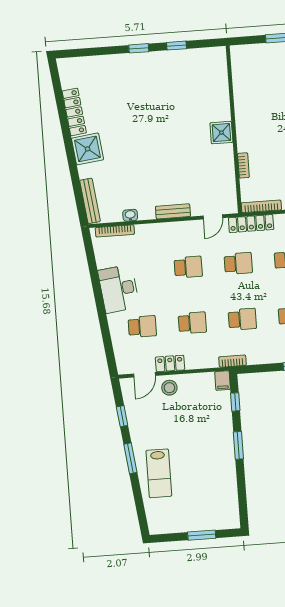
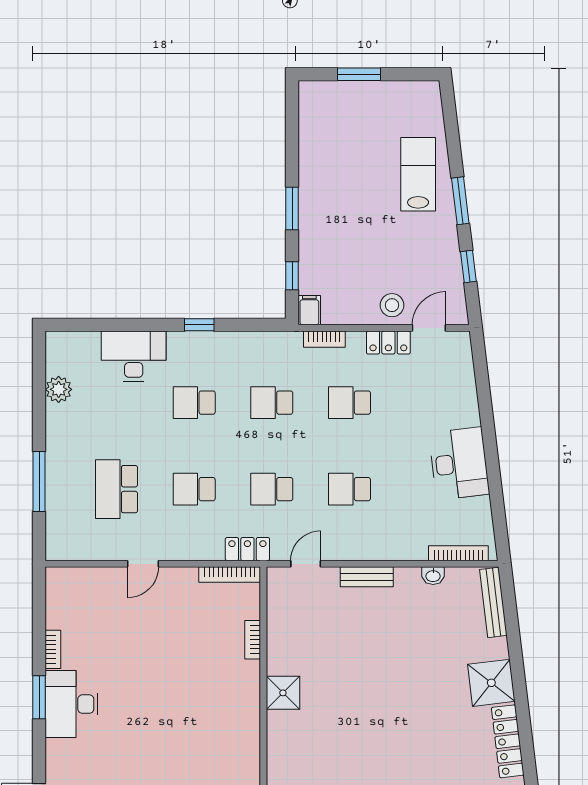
locker: (251, 224) -> (247, 549), width x0.66
school desk: (142, 327) -> (427, 403), removed
bookcase: (232, 361) -> (324, 339), moved

